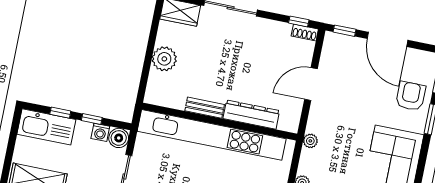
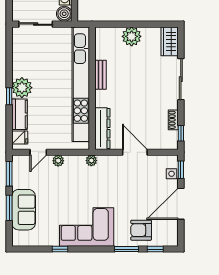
shoe rack: (305, 33) -> (173, 120), moved
side table: (347, 43) -> (172, 174), added
armchair: (411, 96) -> (141, 230), turned 180
dresser: (251, 115) -> (102, 129), moved

